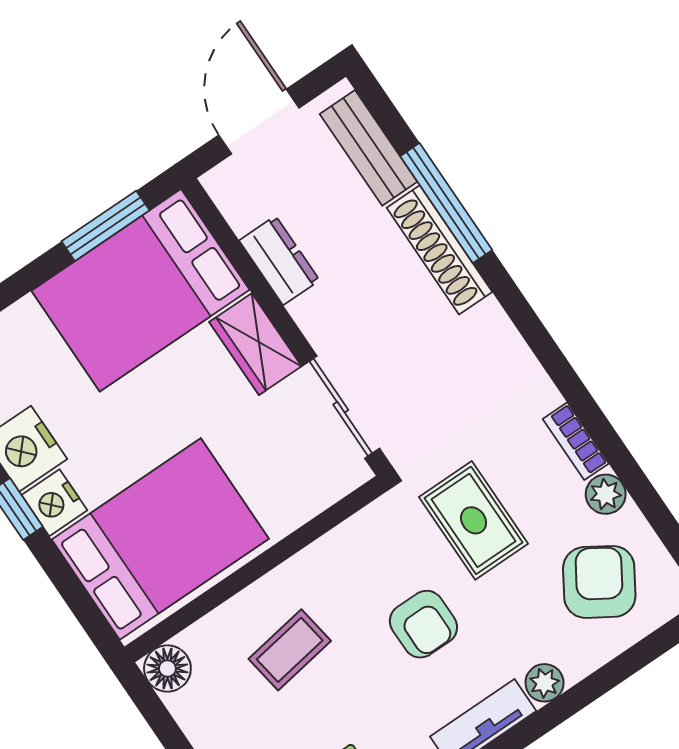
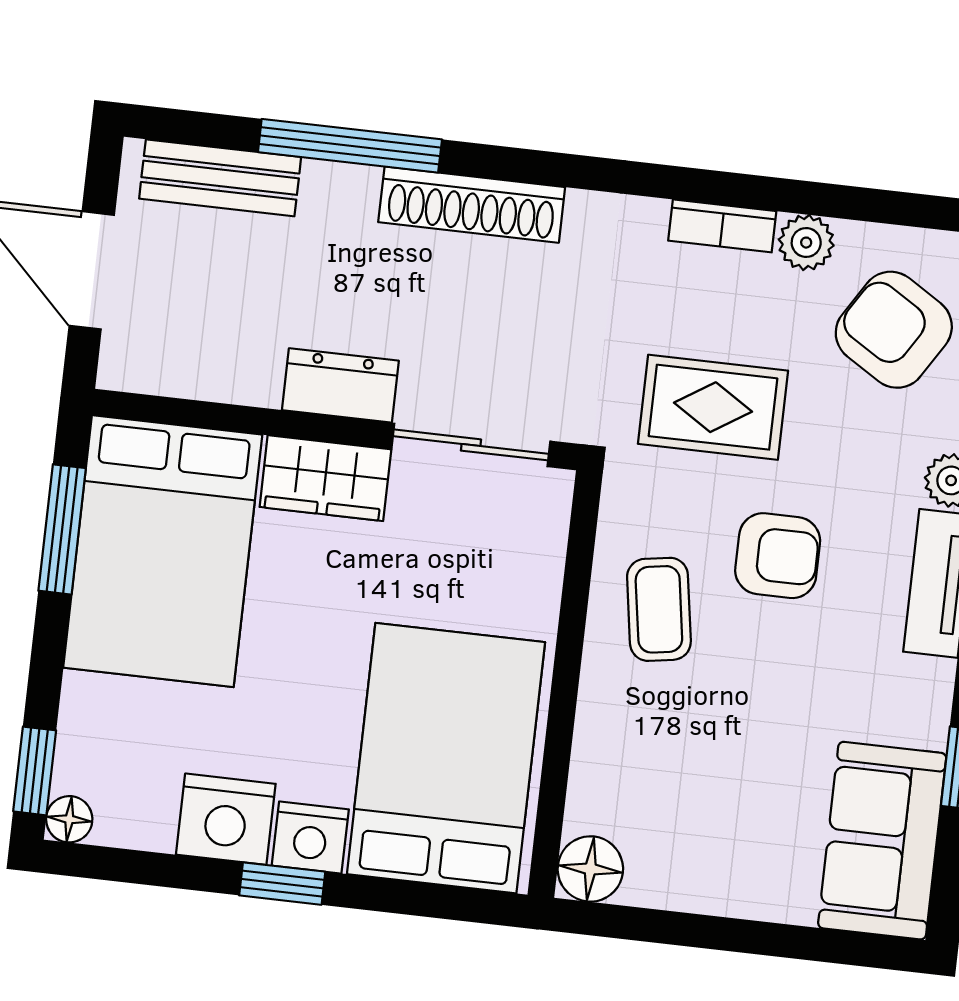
shoe rack: (439, 250) -> (472, 205), moved
dresser: (279, 260) -> (340, 385), moved
coffee table: (290, 650) -> (659, 609), moved

